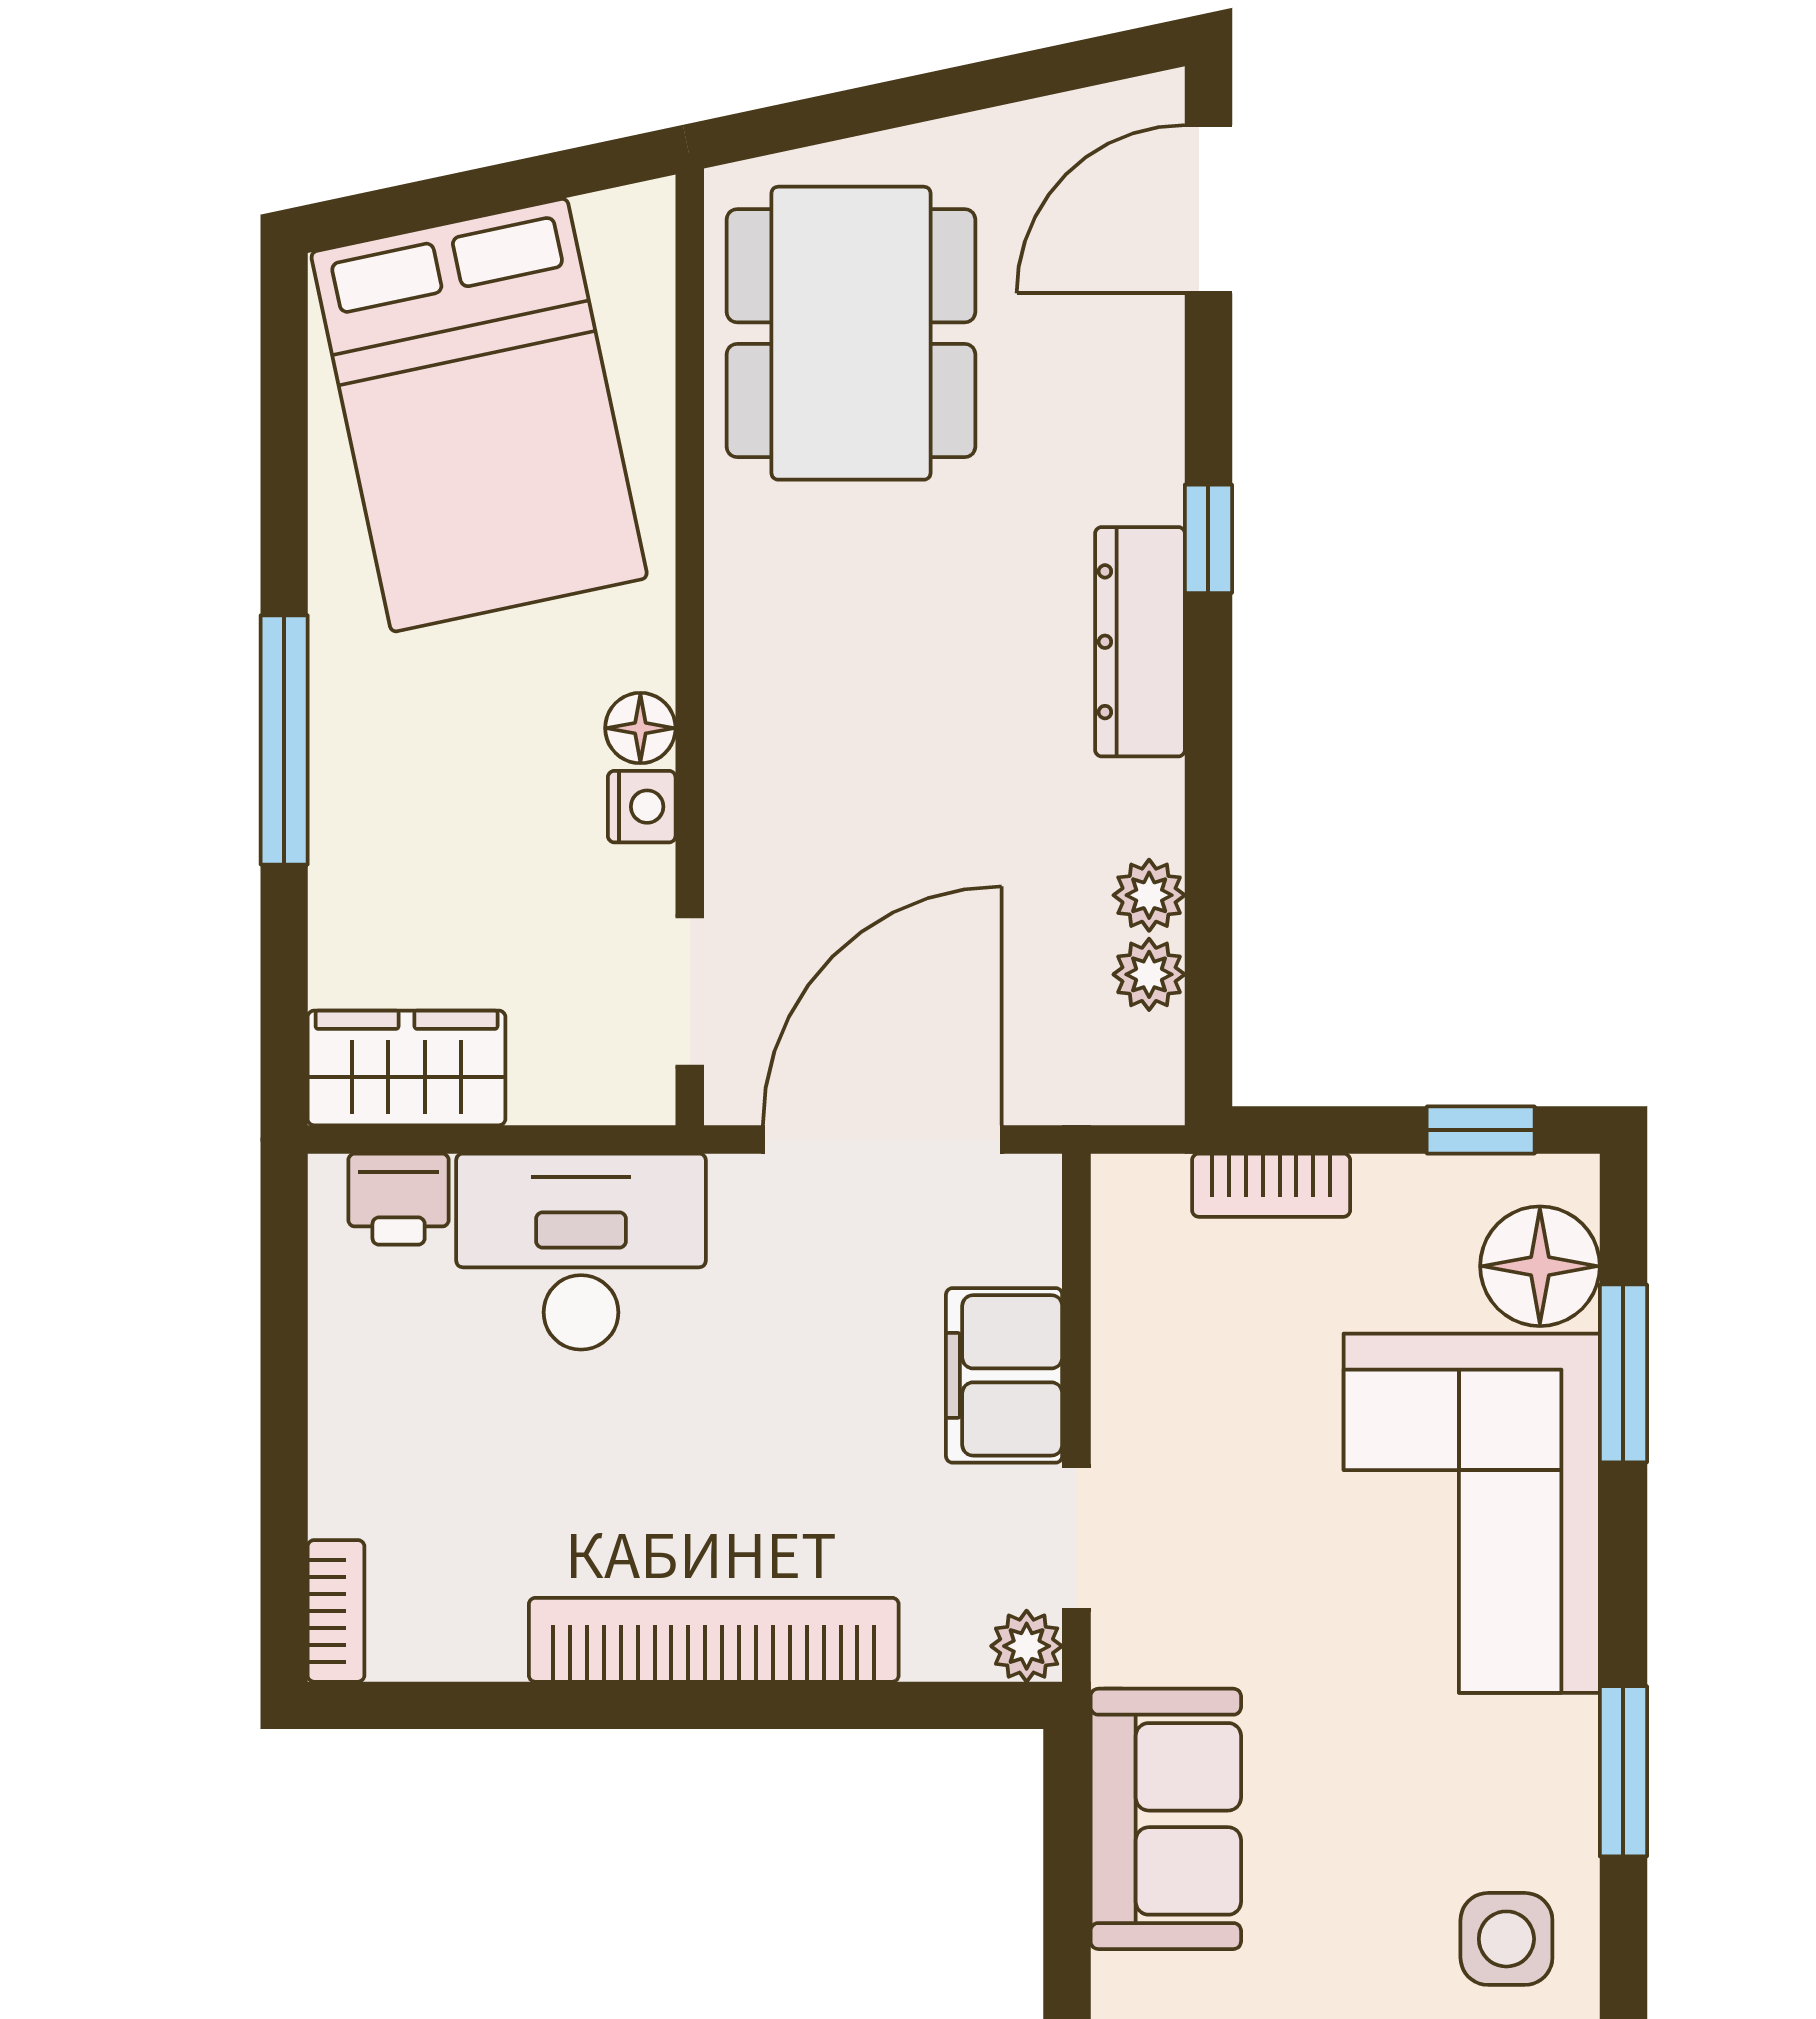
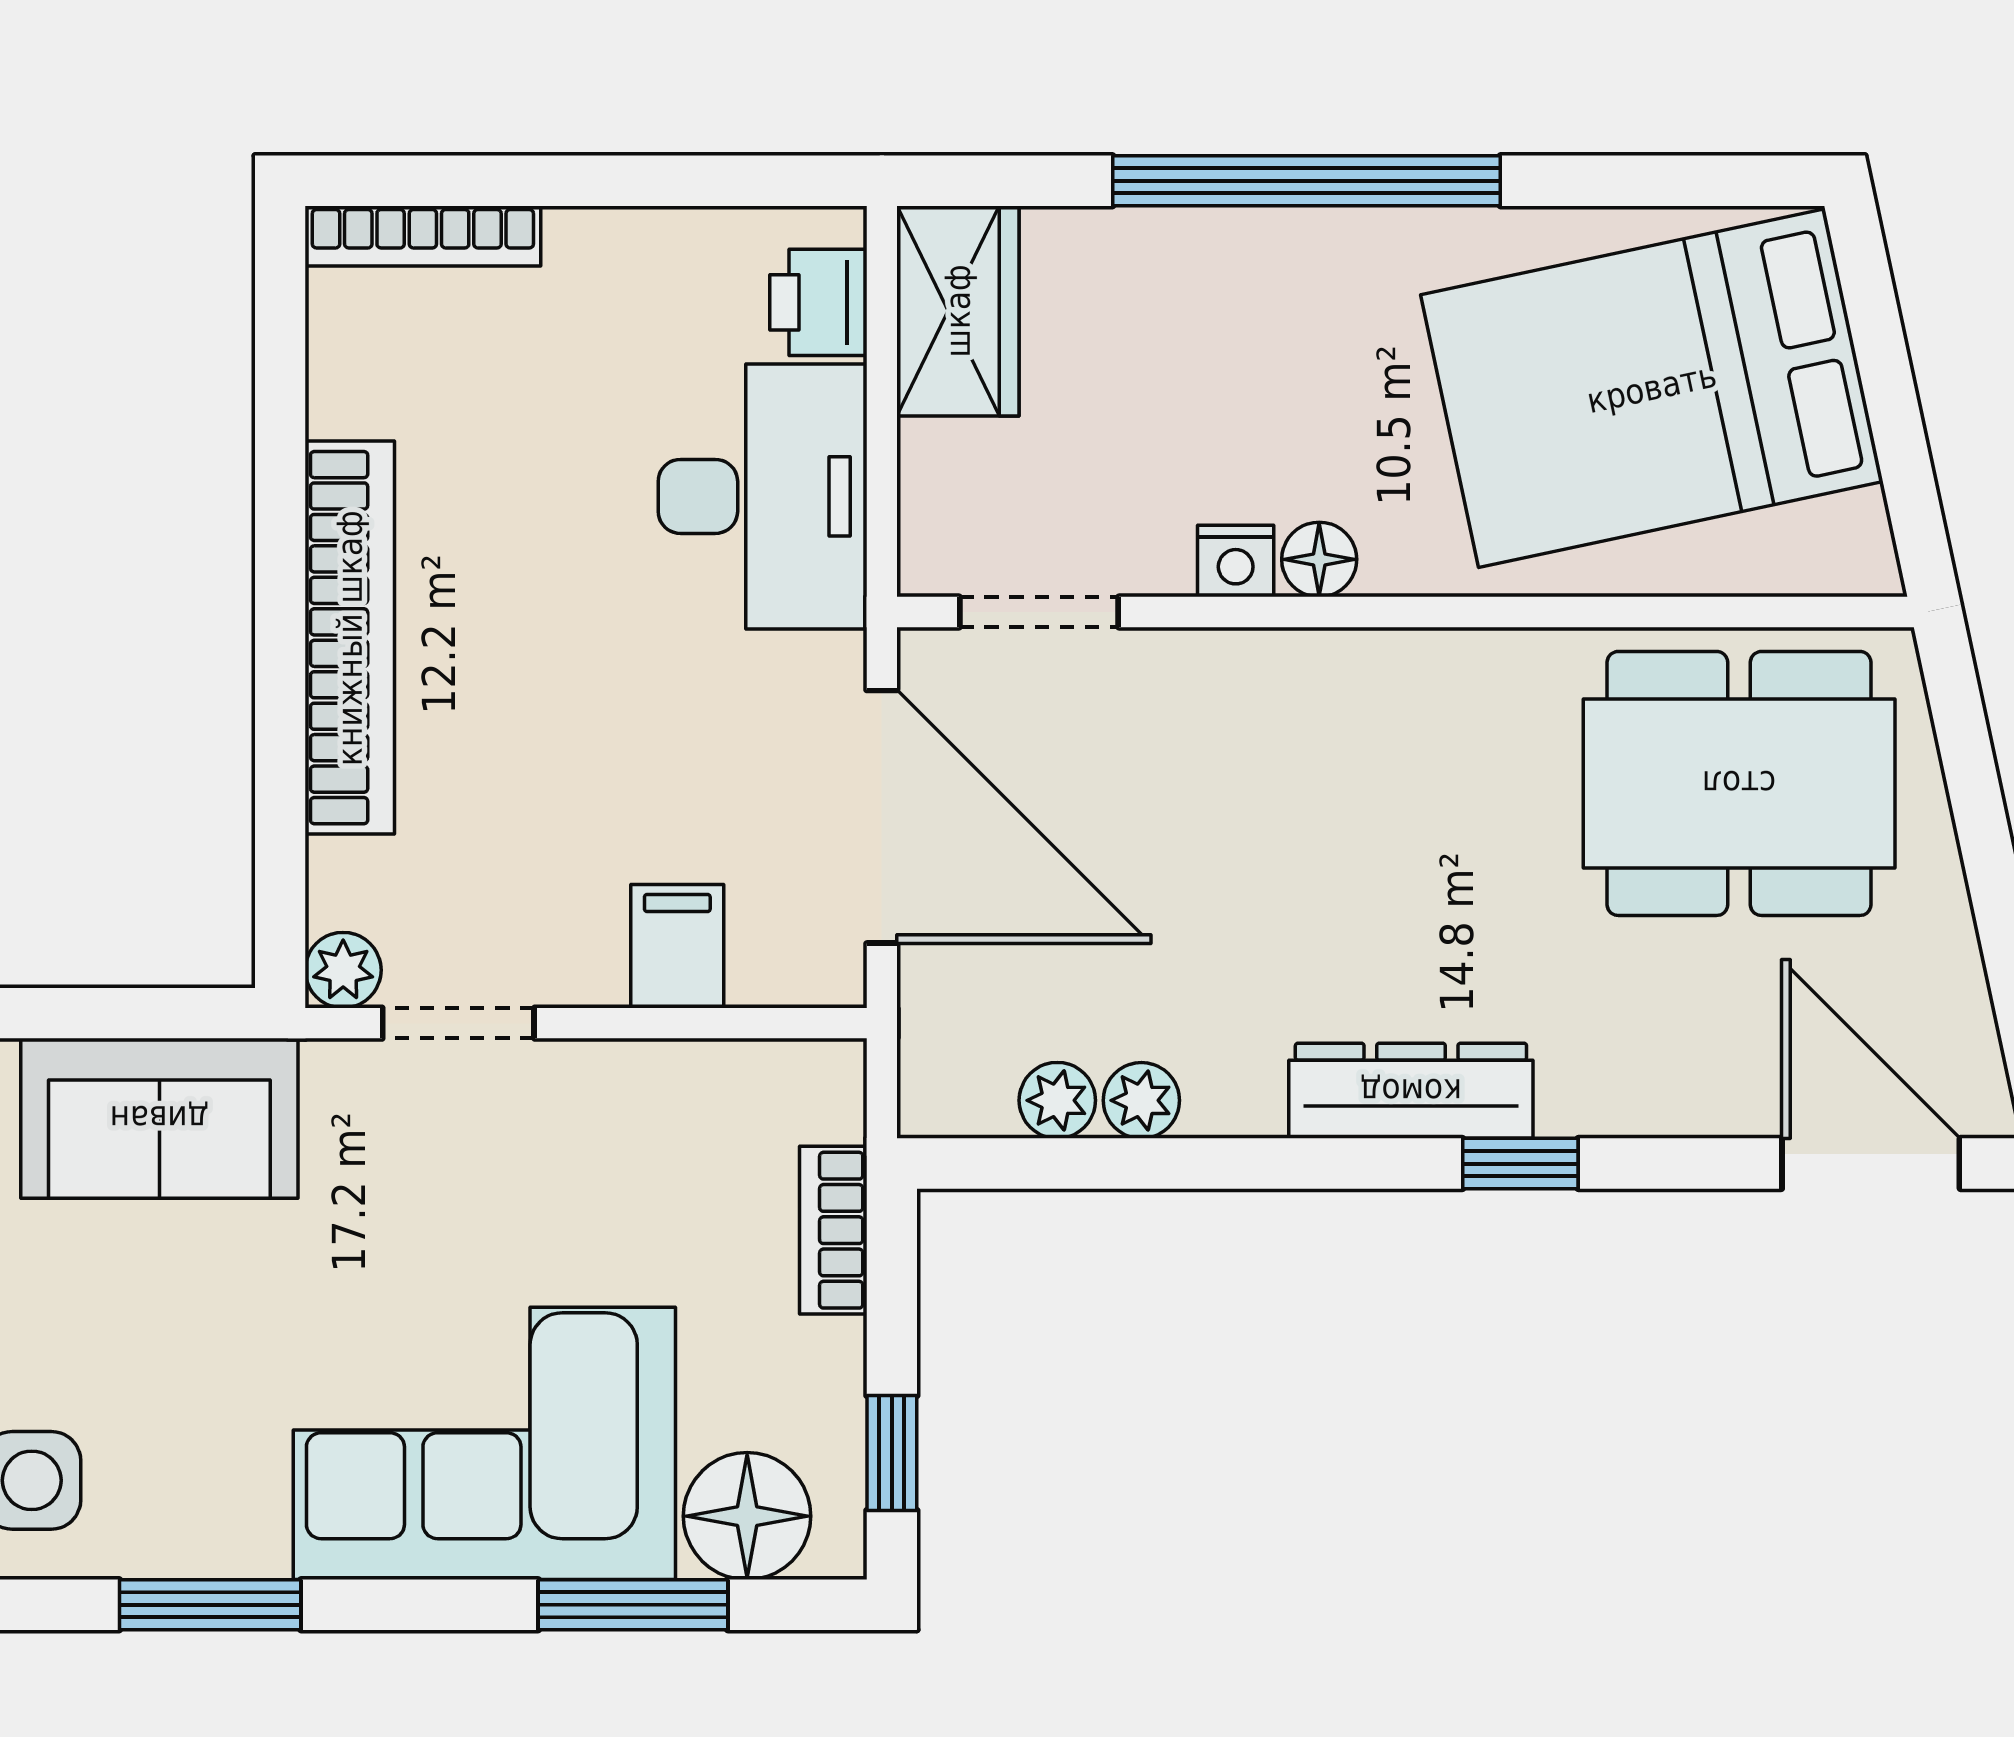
window: (284, 740) -> (1306, 181), width x1.46
filing cabinet: (1004, 1375) -> (677, 946), width x0.50
bookcase: (336, 1611) -> (423, 236), width x1.56

